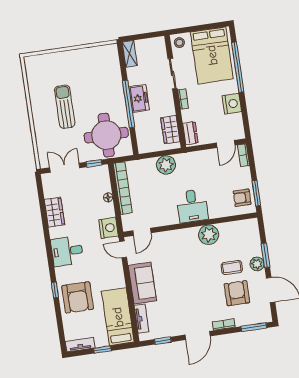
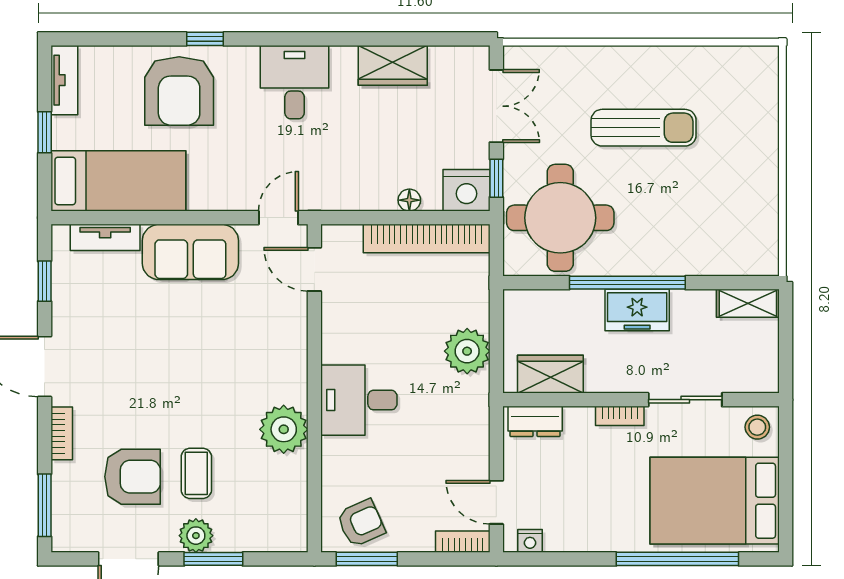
nightstand: (232, 104) -> (530, 541), moved, width x0.53, depth x0.56
armchair: (242, 198) -> (361, 523), turned 66
nightstand: (109, 228) -> (467, 190), moved
armchair: (78, 297) -> (179, 91), turned -90

